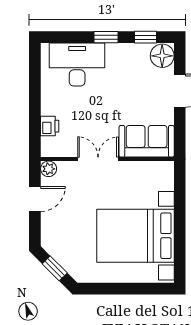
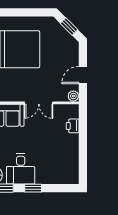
desk: (77, 64) -> (21, 169), moved, width x0.73

